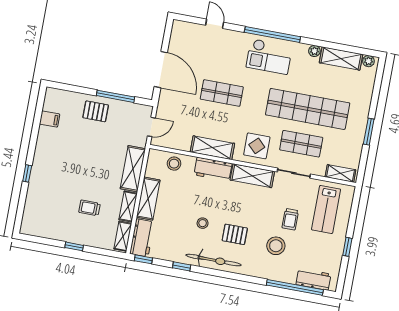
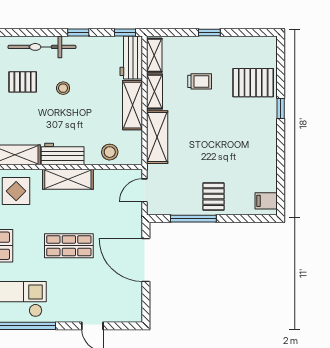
pallet: (96, 111) -> (213, 197), turned 90
filing cabinet: (50, 119) -> (266, 201), moved
pallet: (46, 199) -> (253, 83), added

